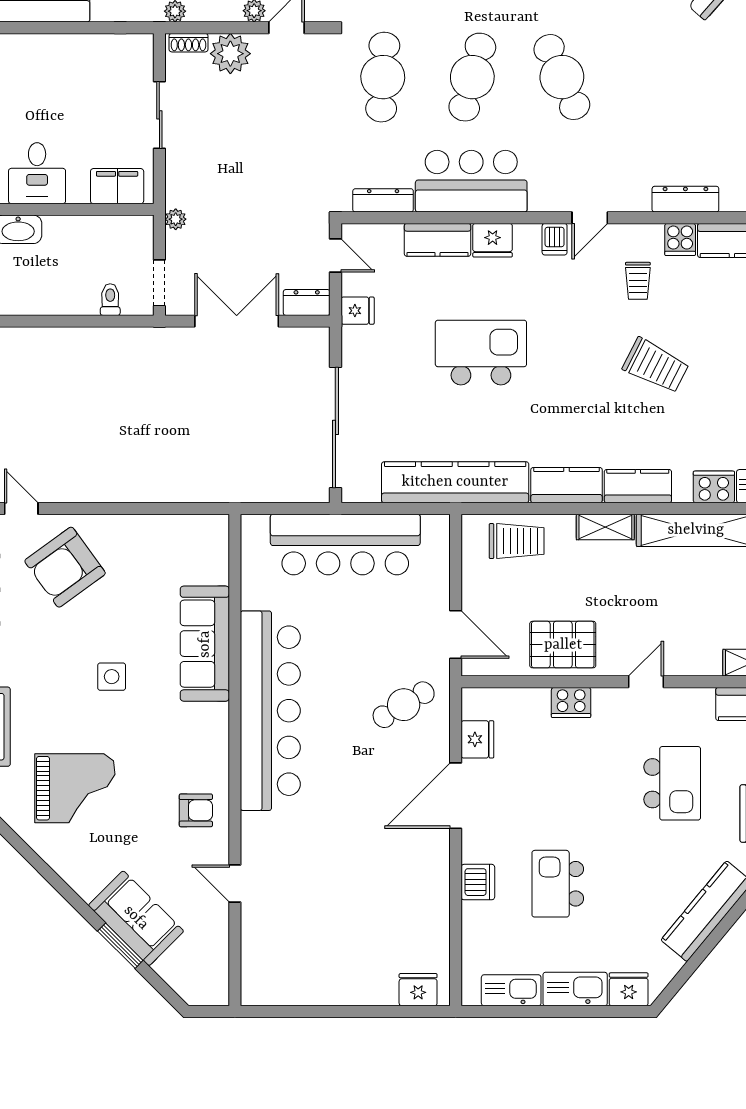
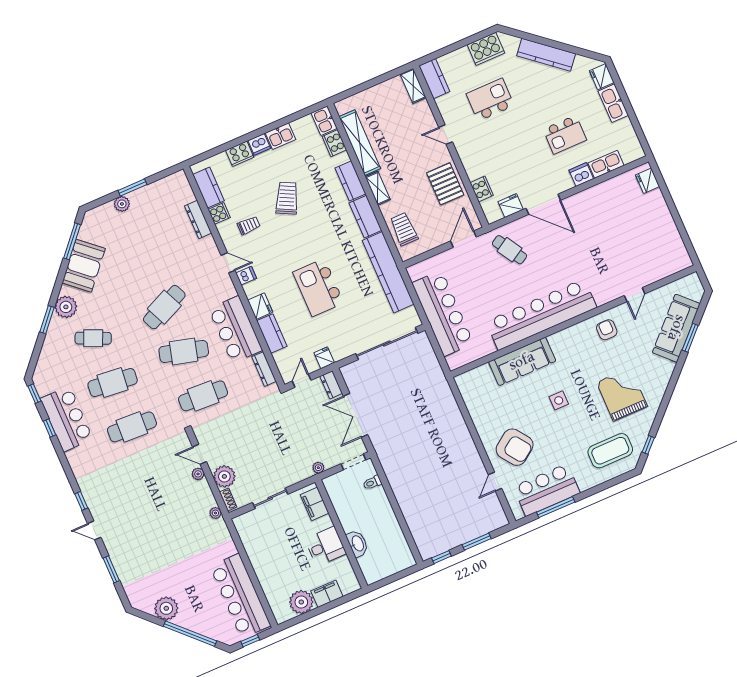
cooker: (571, 702) -> (482, 189), moved
sofa: (136, 918) -> (676, 328), width x1.36
kitchen sink: (511, 990) -> (606, 164), moved, turned 90

